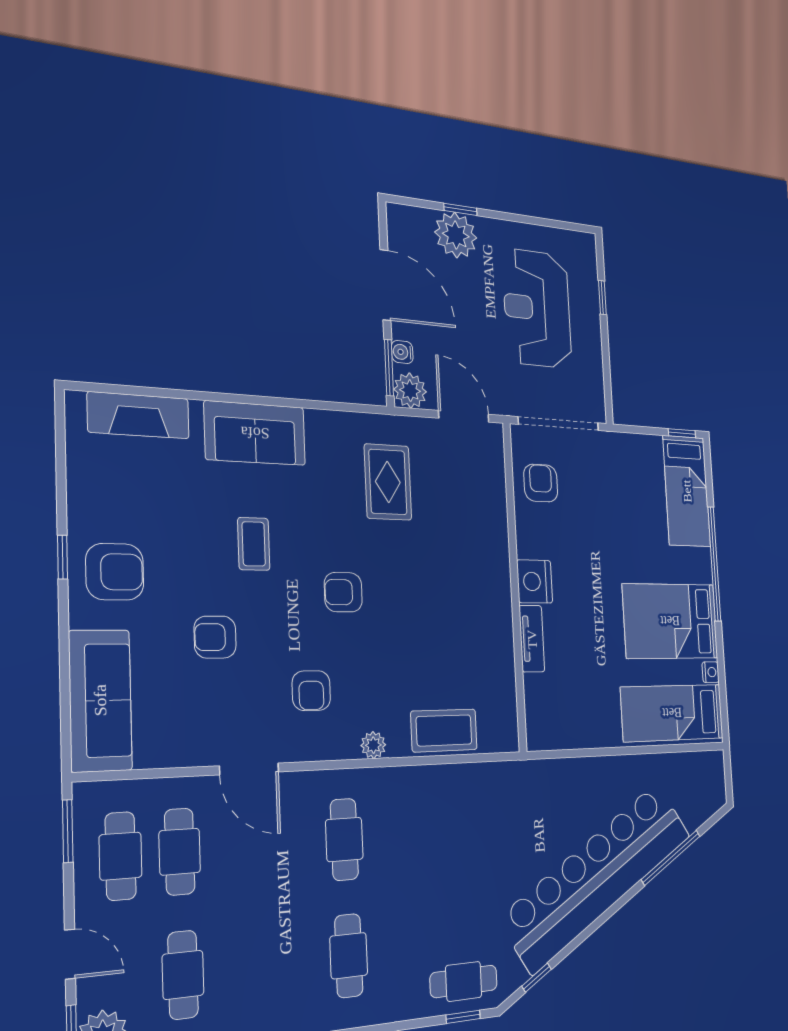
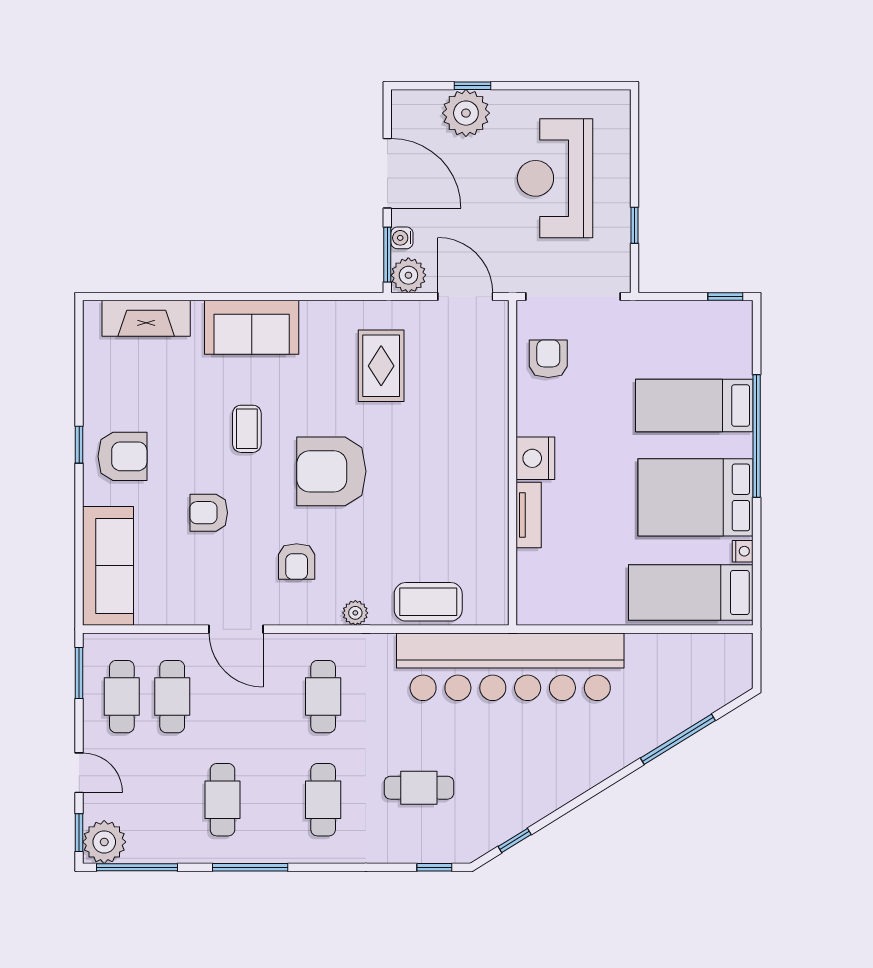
window: (602, 298) -> (635, 225), moved
bed: (687, 491) -> (694, 405), moved, turned 90
armchair: (343, 592) -> (331, 471), width x1.88, depth x1.88
bar counter: (597, 876) -> (510, 667), moved, turned -148
cafe table: (183, 975) -> (222, 800), moved
cafe table: (464, 981) -> (419, 788), moved

